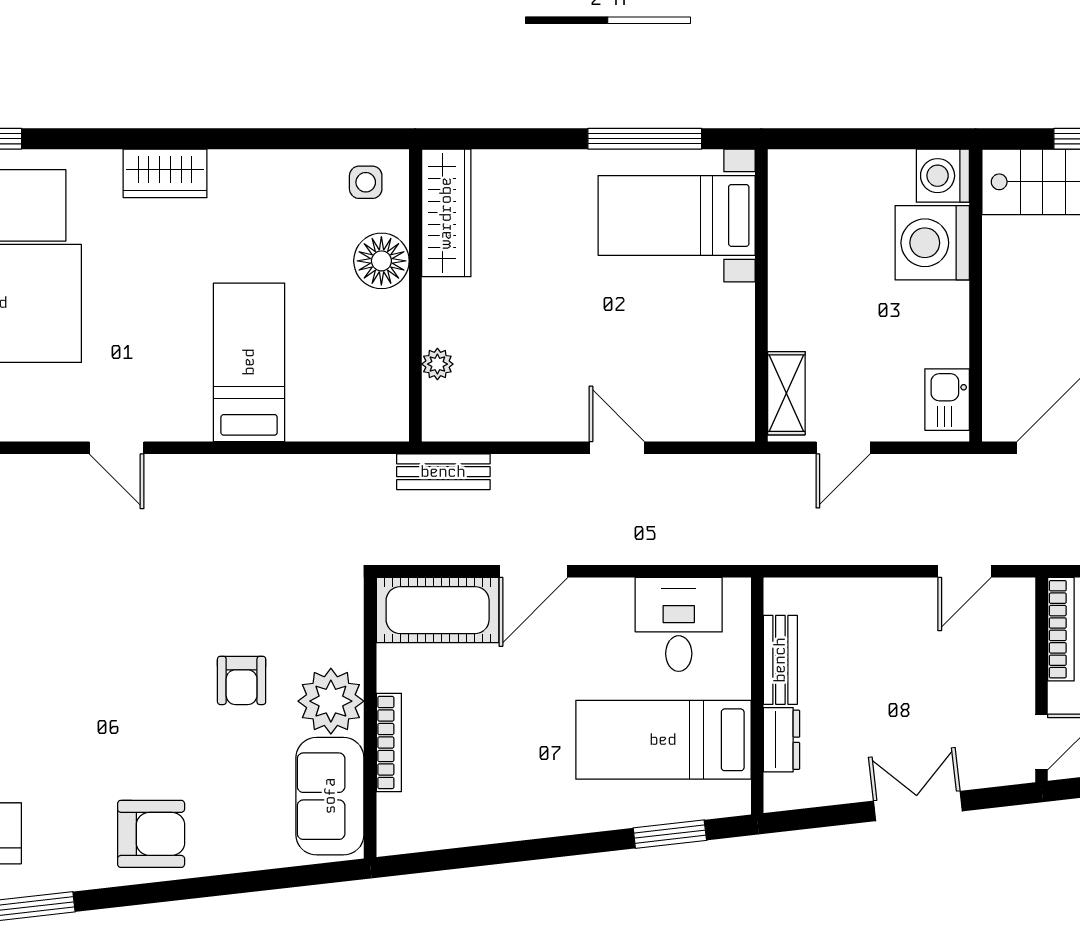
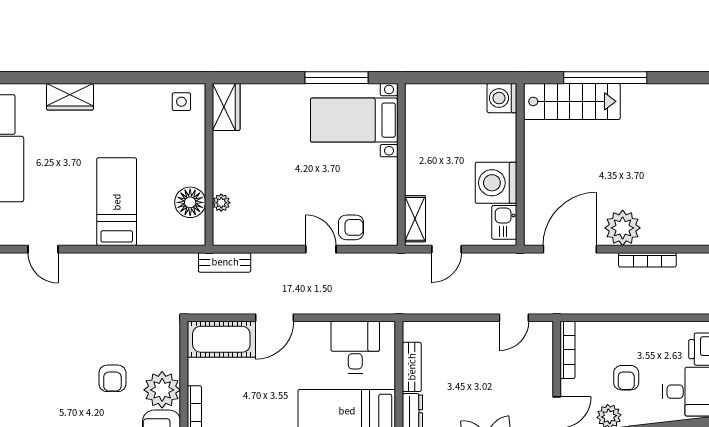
wardrobe: (446, 213) -> (226, 107), width x0.67
washing machine: (932, 243) -> (496, 183), moved
floor lamp: (381, 261) -> (190, 202), moved
armchair: (671, 409) -> (351, 227), added

